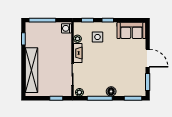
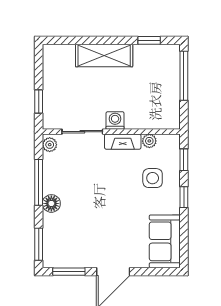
washing machine: (66, 28) -> (115, 121), moved
shelving: (32, 70) -> (104, 56), width x0.68

